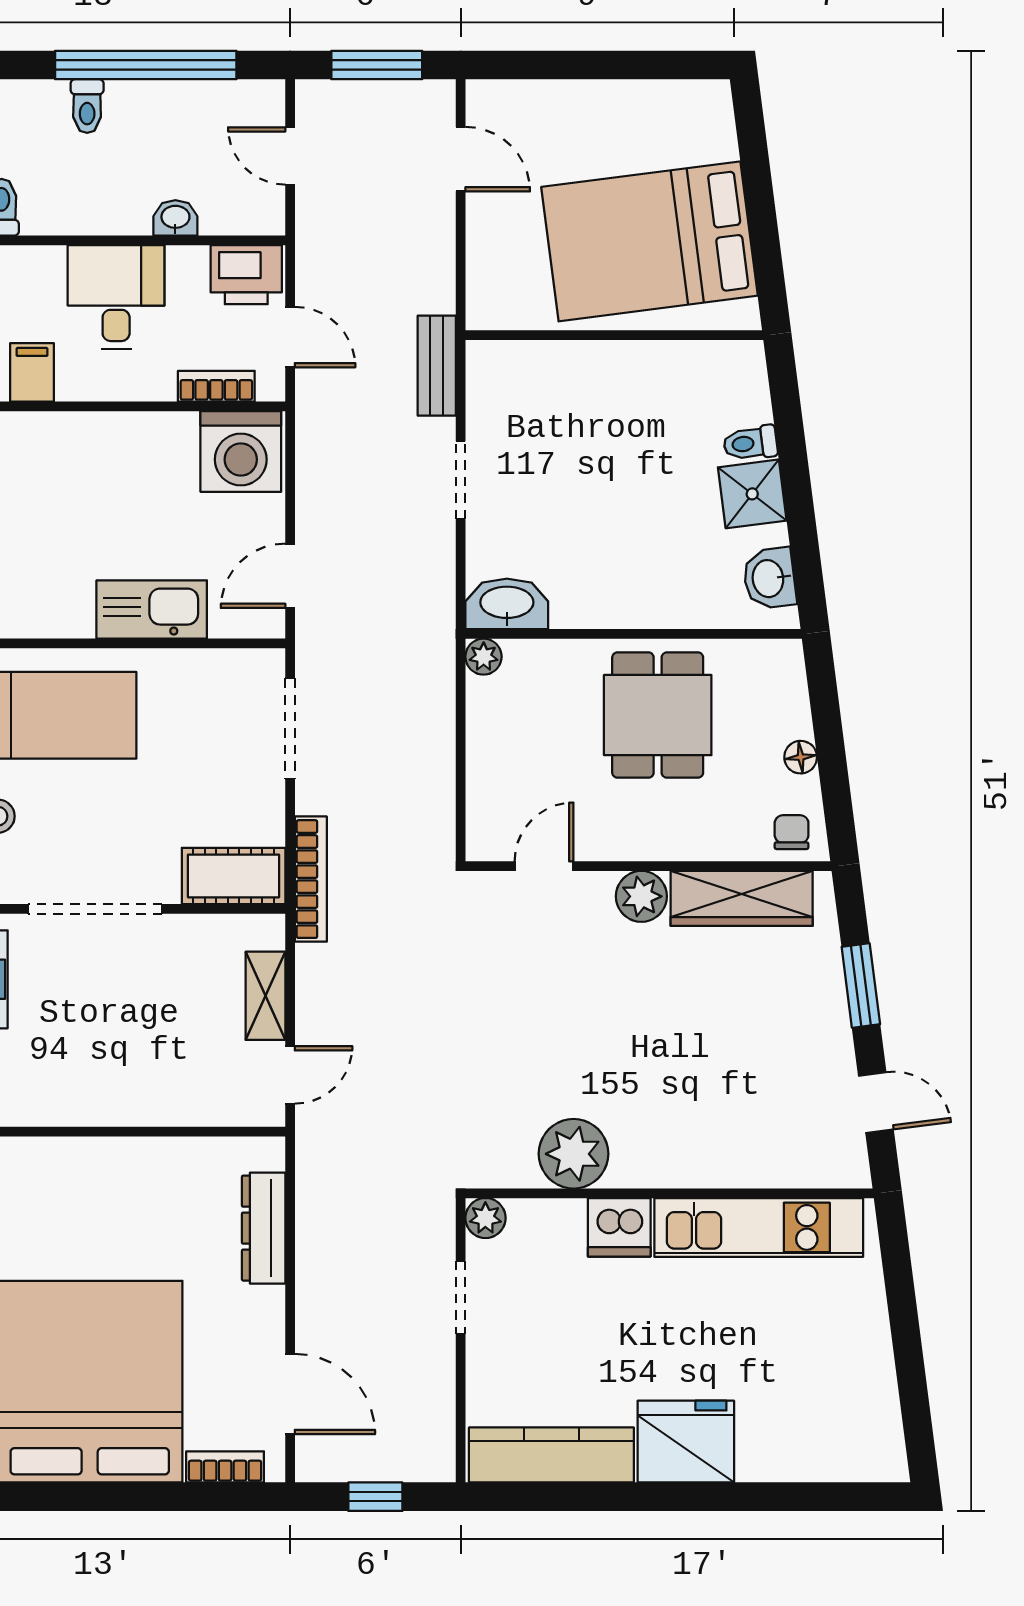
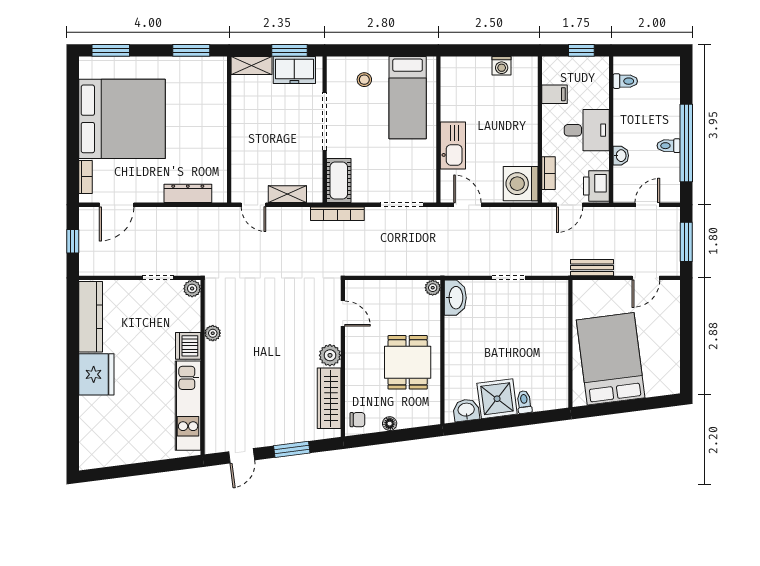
toilet: (87, 106) -> (669, 146), moved
bench: (437, 366) -> (592, 268), moved
shower: (752, 494) -> (497, 399), width x1.36, depth x1.36
dining table: (658, 715) -> (408, 362), turned 90
plant: (574, 1154) -> (213, 333), width x0.53, depth x0.53

